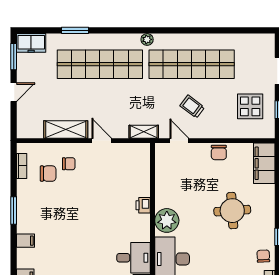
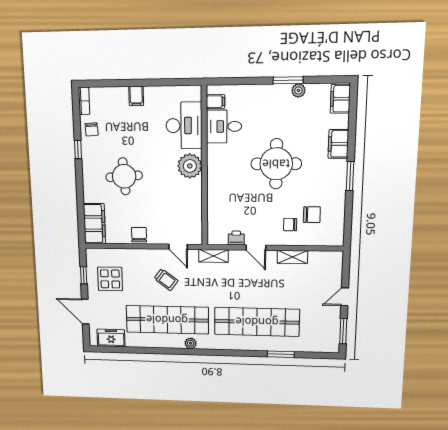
plant: (147, 39) -> (191, 343), moved
freezer: (31, 43) -> (111, 338), moved
shelving: (66, 129) -> (292, 257), width x0.67, depth x0.75
bookcase: (22, 166) -> (339, 223), removed
chair: (48, 174) -> (312, 215), turned 180
printer: (143, 205) -> (236, 238), moved, turned -90
round table: (83, 222) -> (276, 164), added
filing cabinet: (26, 241) -> (338, 144), width x2.00

